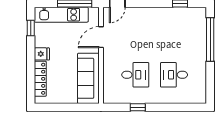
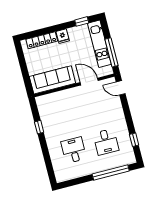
desk: (135, 75) -> (106, 142), moved

